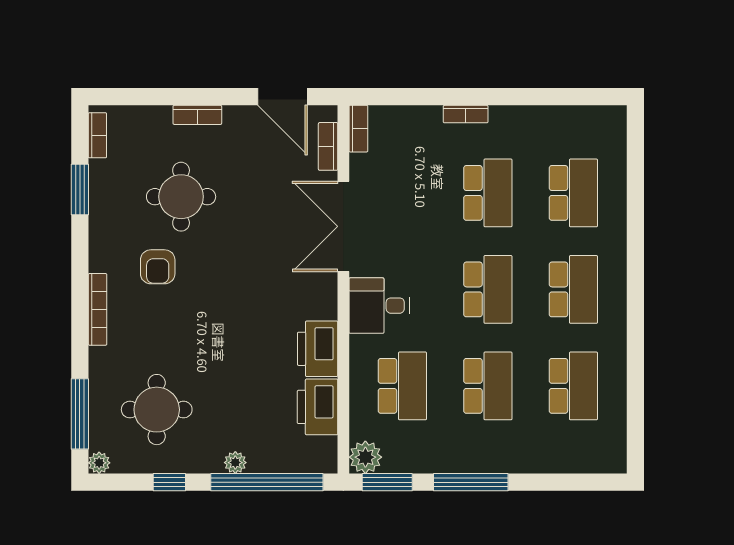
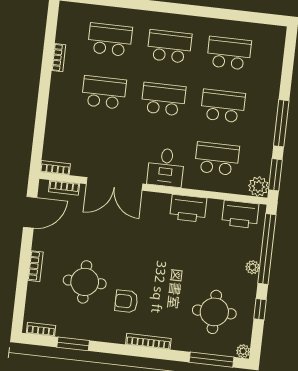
bookcase: (466, 114) -> (59, 58), moved
armchair: (158, 267) -> (126, 301), turned 180
printer: (318, 407) -> (240, 214), moved

